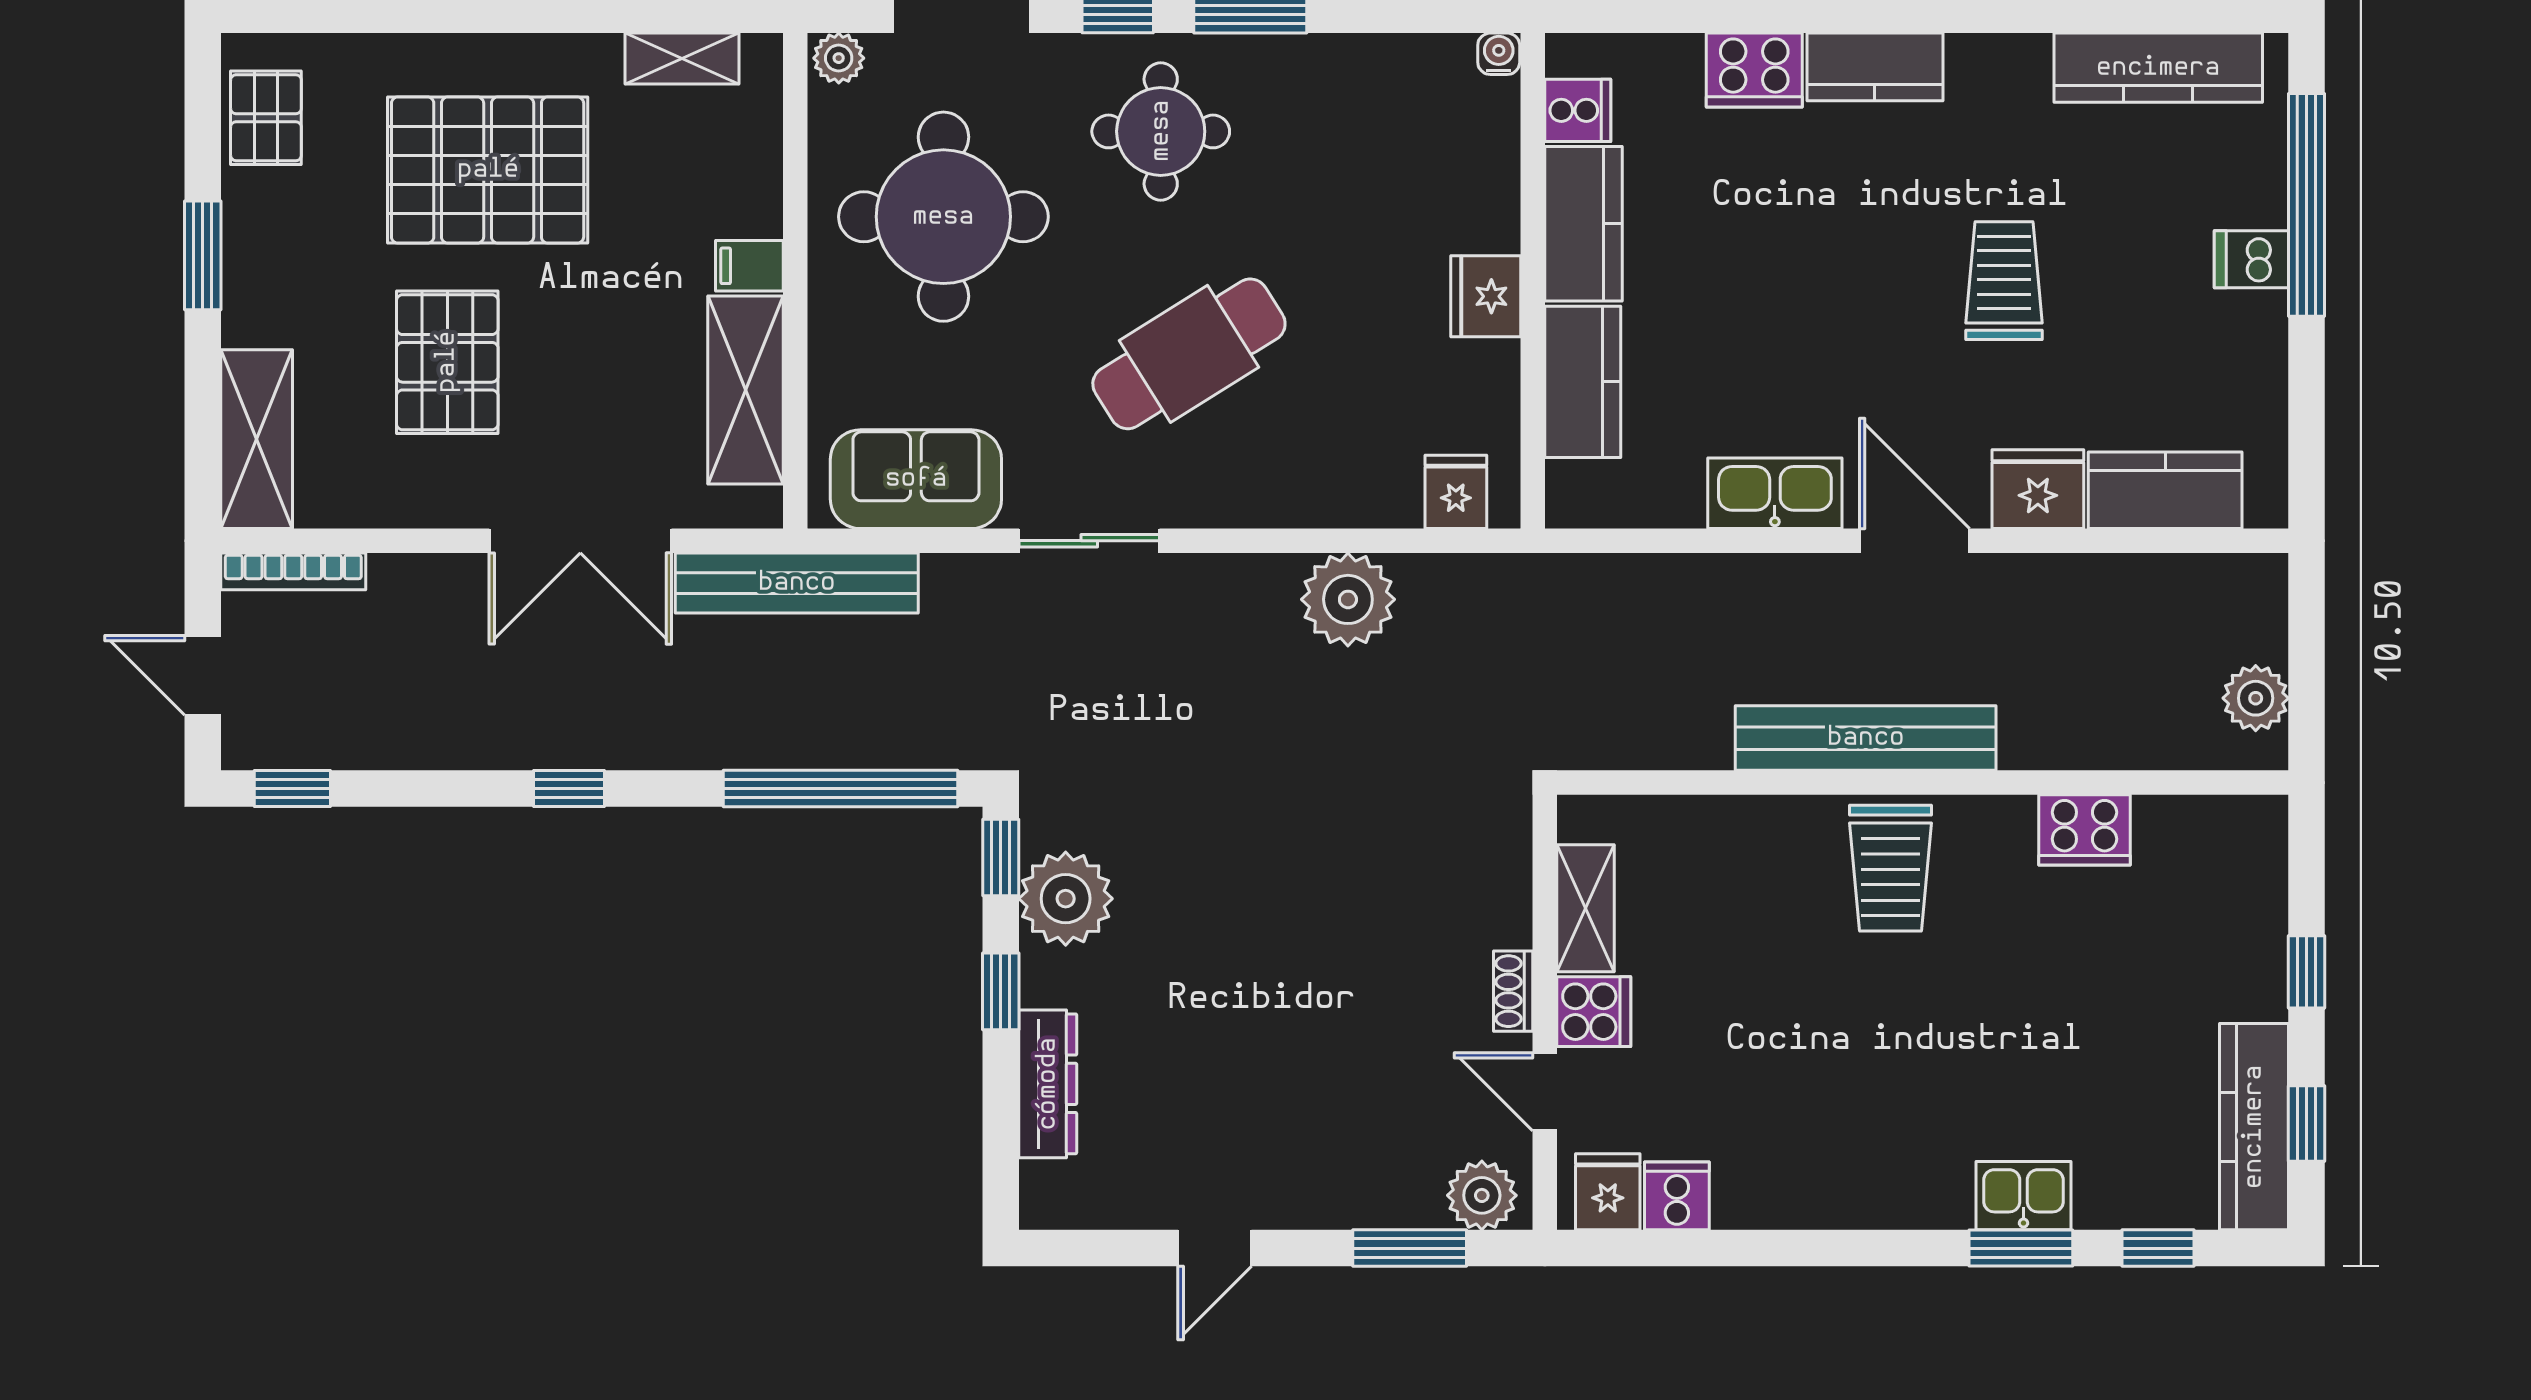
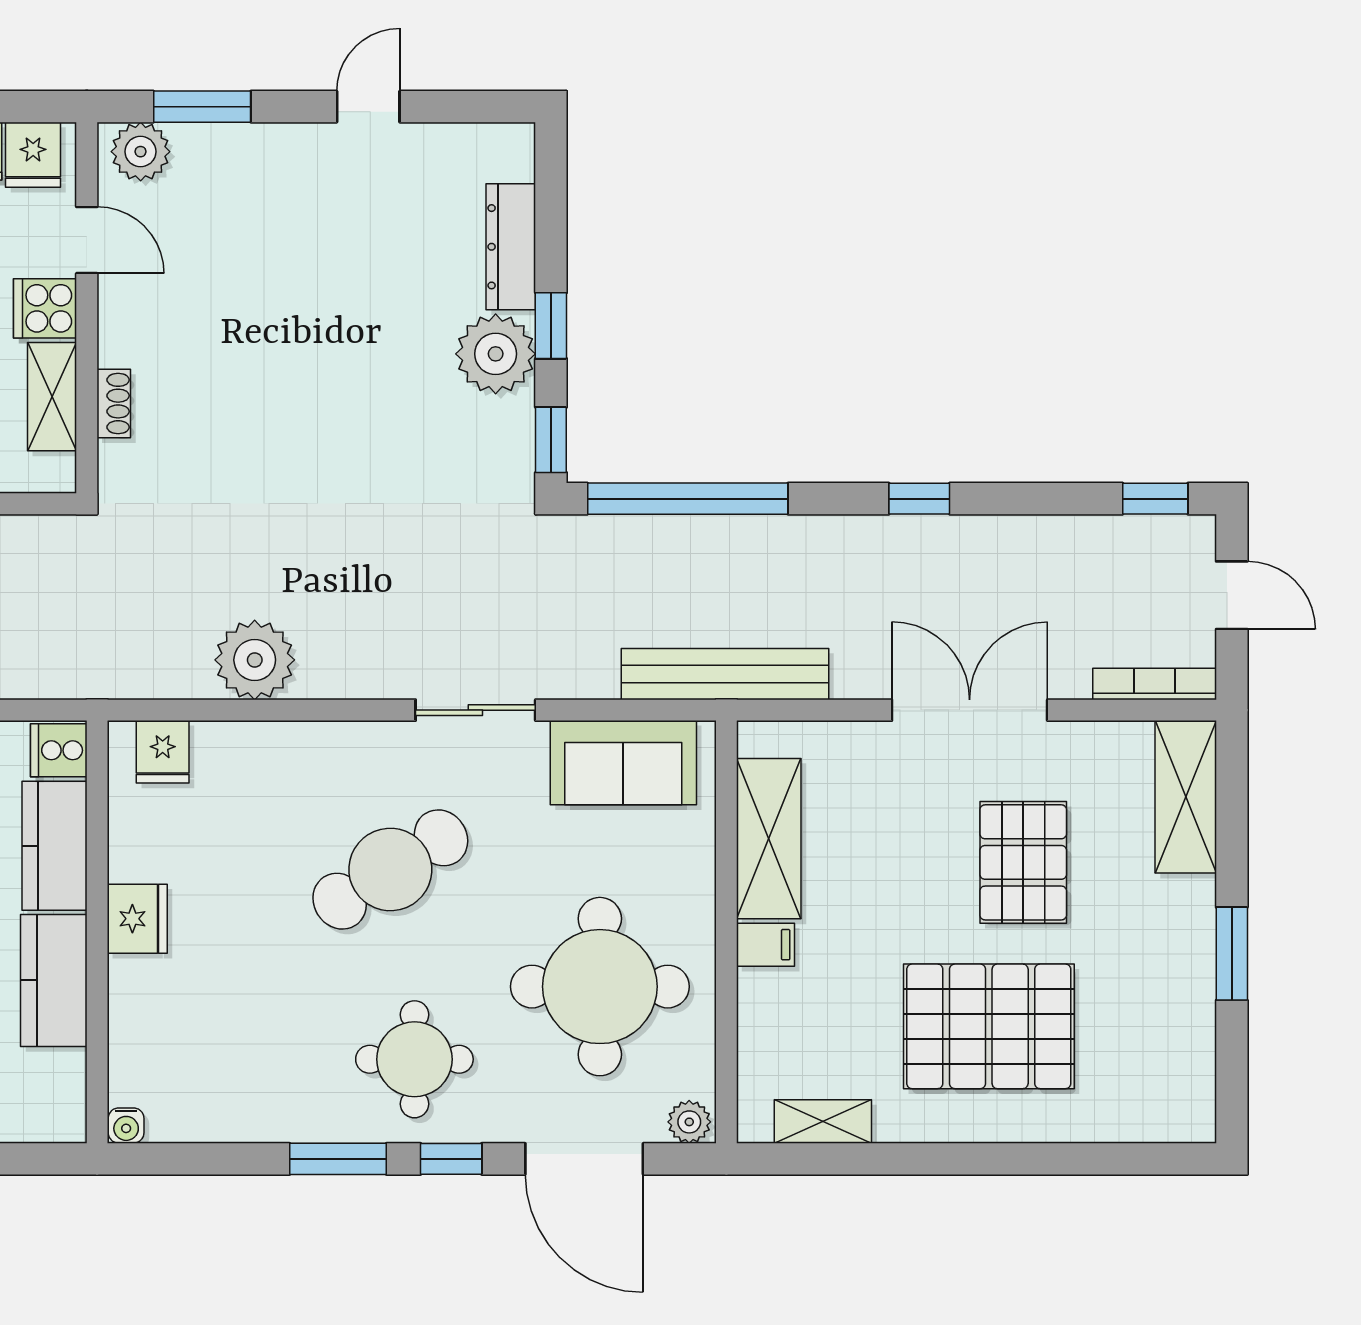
cooker: (1578, 110) -> (59, 750), moved
pallet: (266, 118) -> (1178, 1071), removed
double door: (580, 541) -> (970, 710), moved
plant: (1066, 899) -> (496, 354), moved
shoe rack: (1513, 991) -> (114, 404), moved

